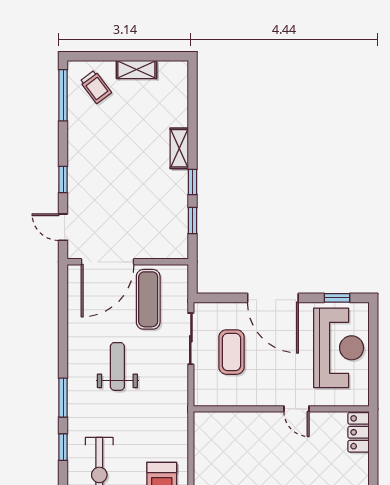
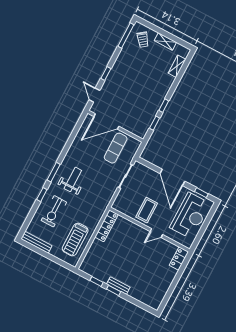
shelving: (179, 148) -> (177, 66), moved
coffee table: (231, 352) -> (147, 210), moved
weight bench: (117, 366) -> (73, 179), moved
door: (296, 409) -> (156, 233), hinge flipped
locker: (203, 442) -> (106, 226), added

